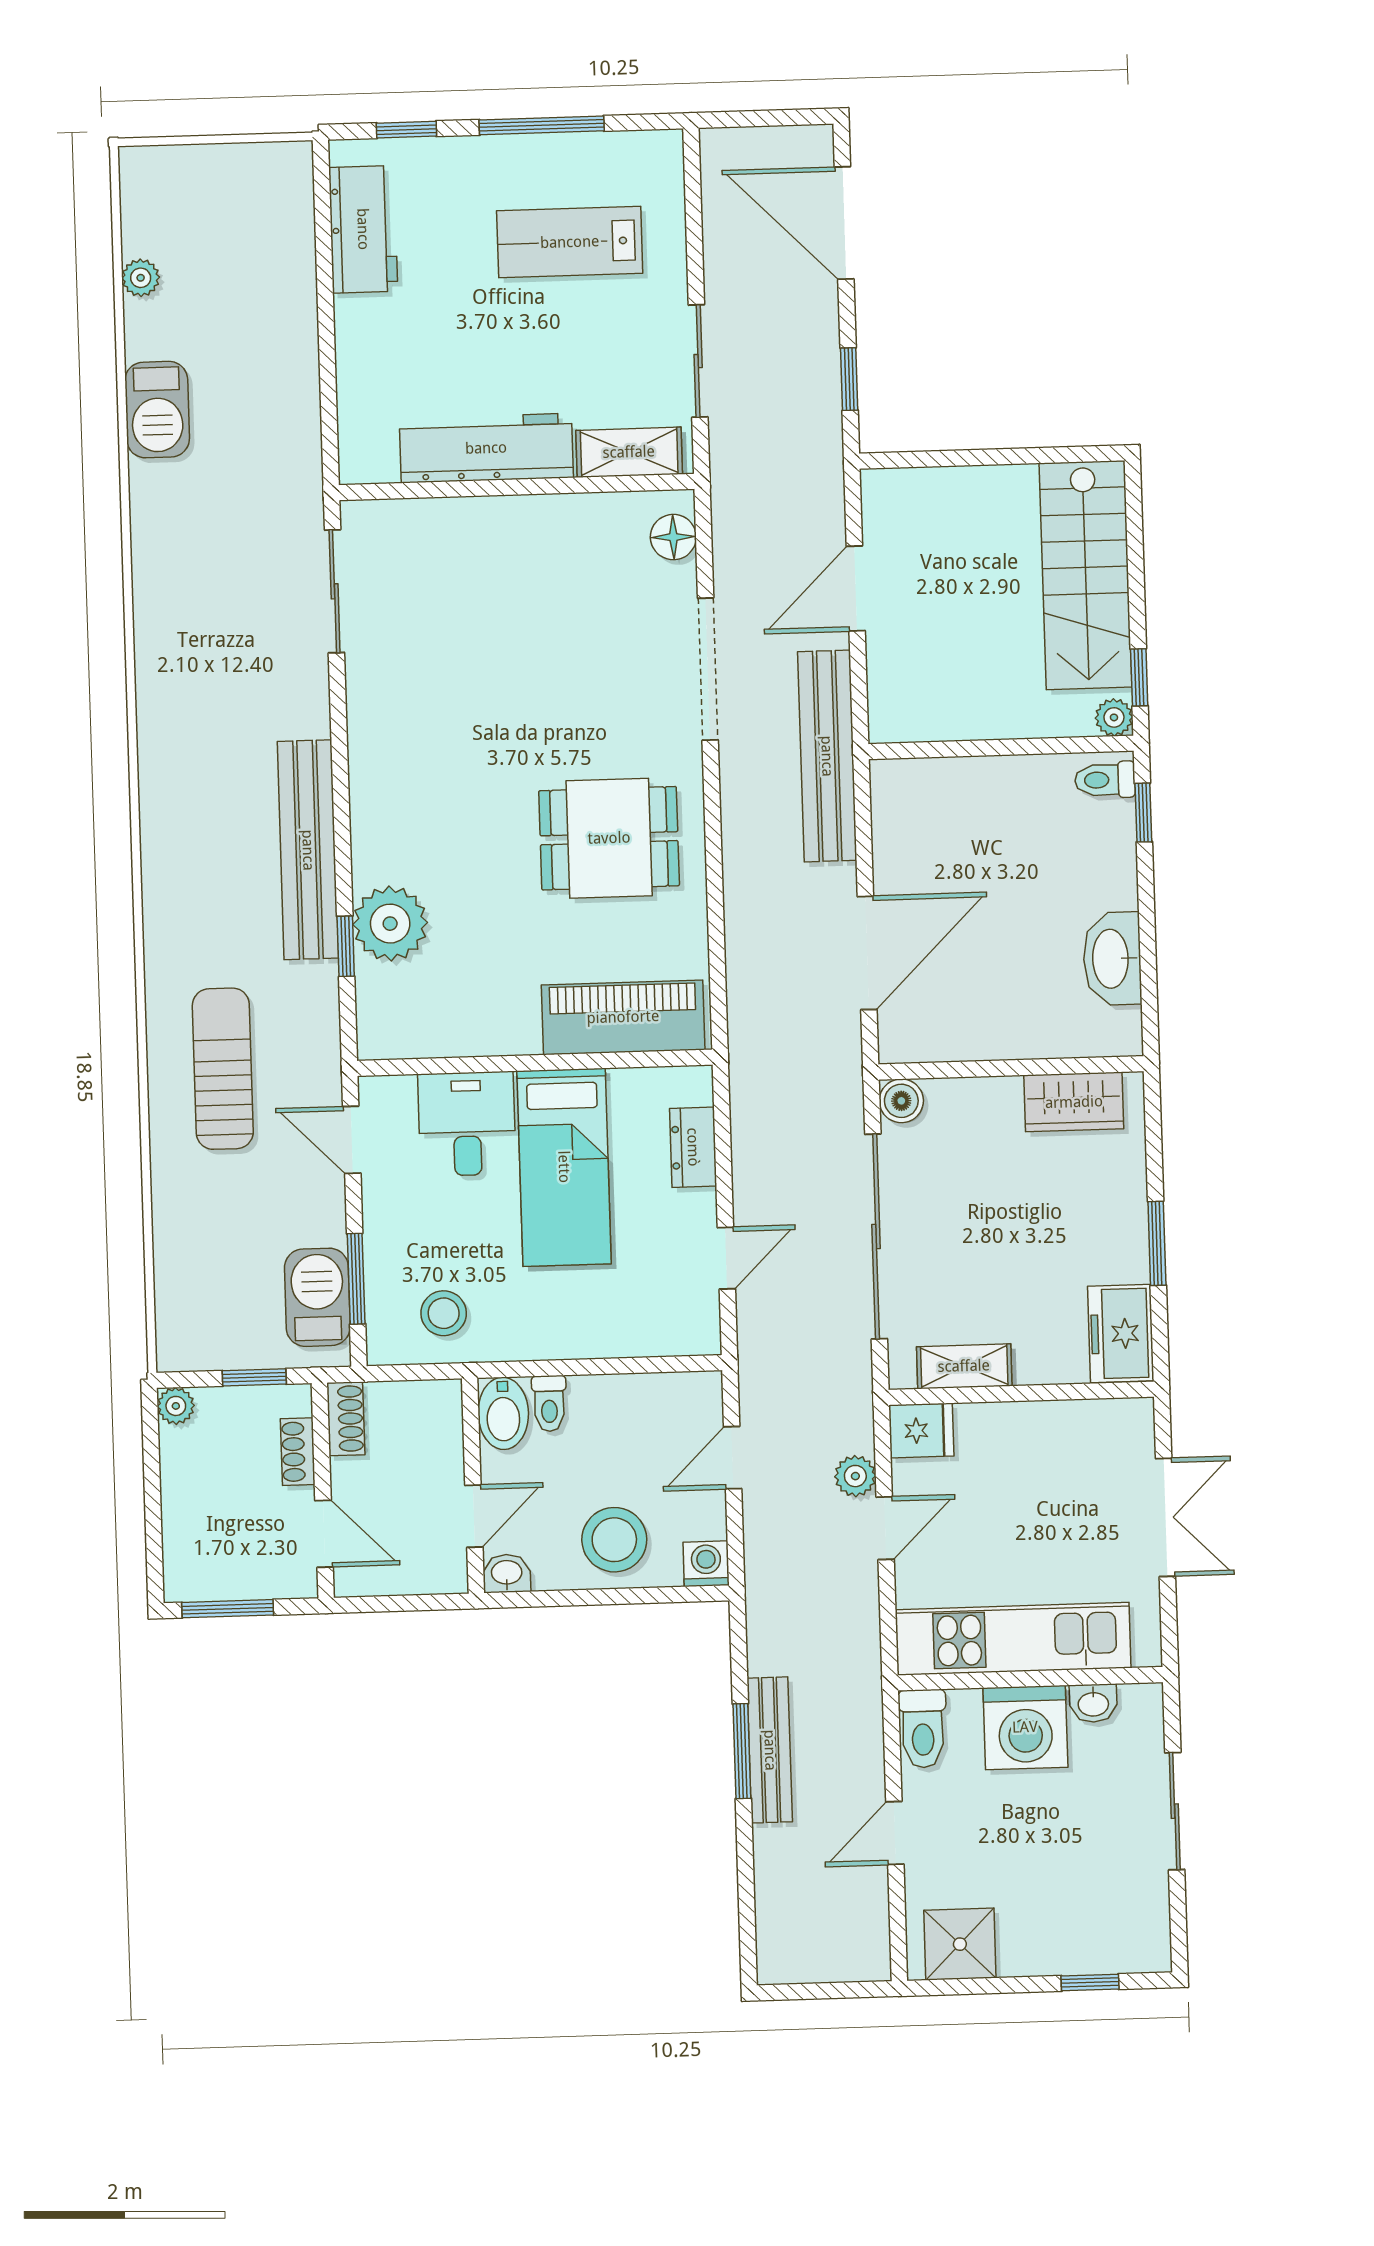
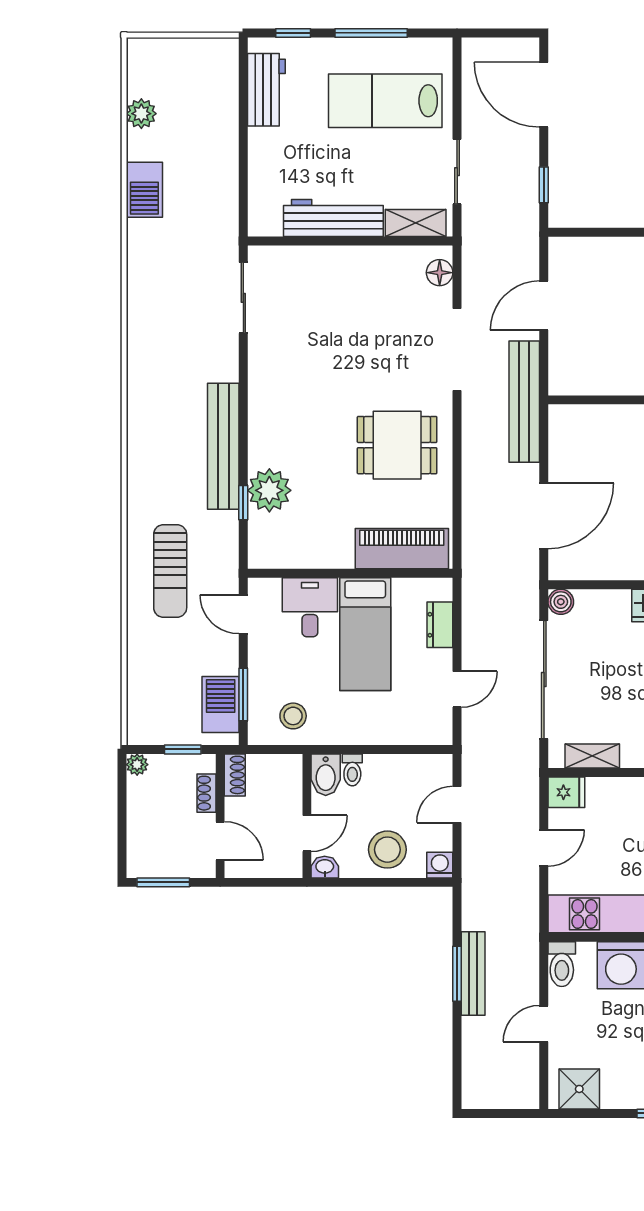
lab bench: (570, 242) -> (385, 101), width x1.36, depth x1.39
plant: (141, 278) -> (141, 114), width x1.38, depth x1.38
sun lounger: (223, 1069) -> (170, 571), turned 180
plant: (855, 1476) -> (527, 817), removed

